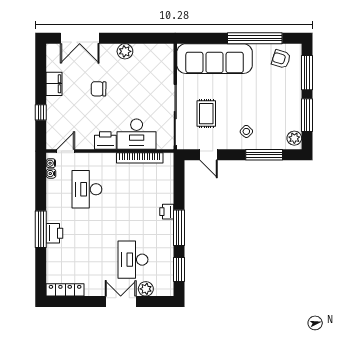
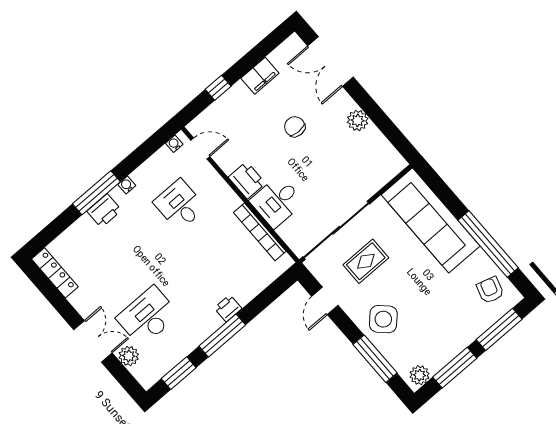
side table: (246, 131) -> (383, 319), width x1.87, depth x1.87
desk: (137, 134) -> (277, 202), width x0.73
water cooler: (51, 174) -> (127, 185), moved
desk: (87, 189) -> (179, 205), width x0.73

